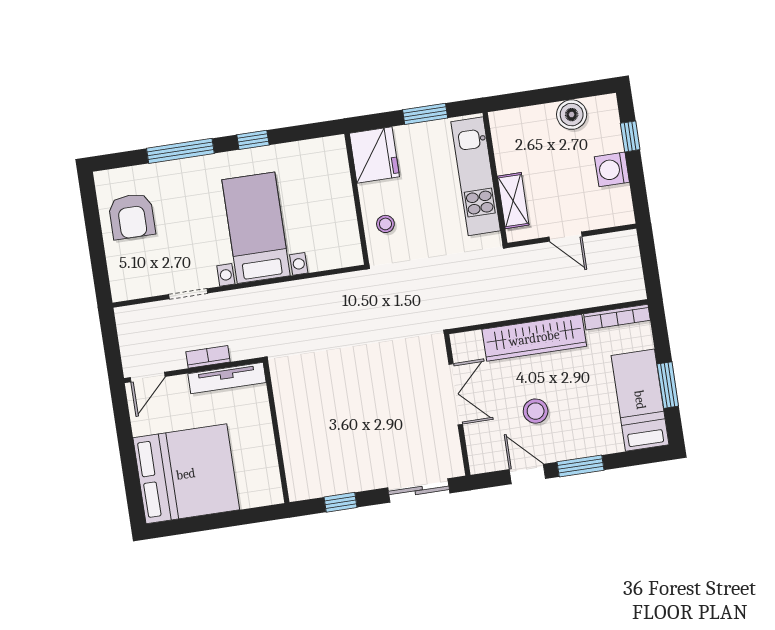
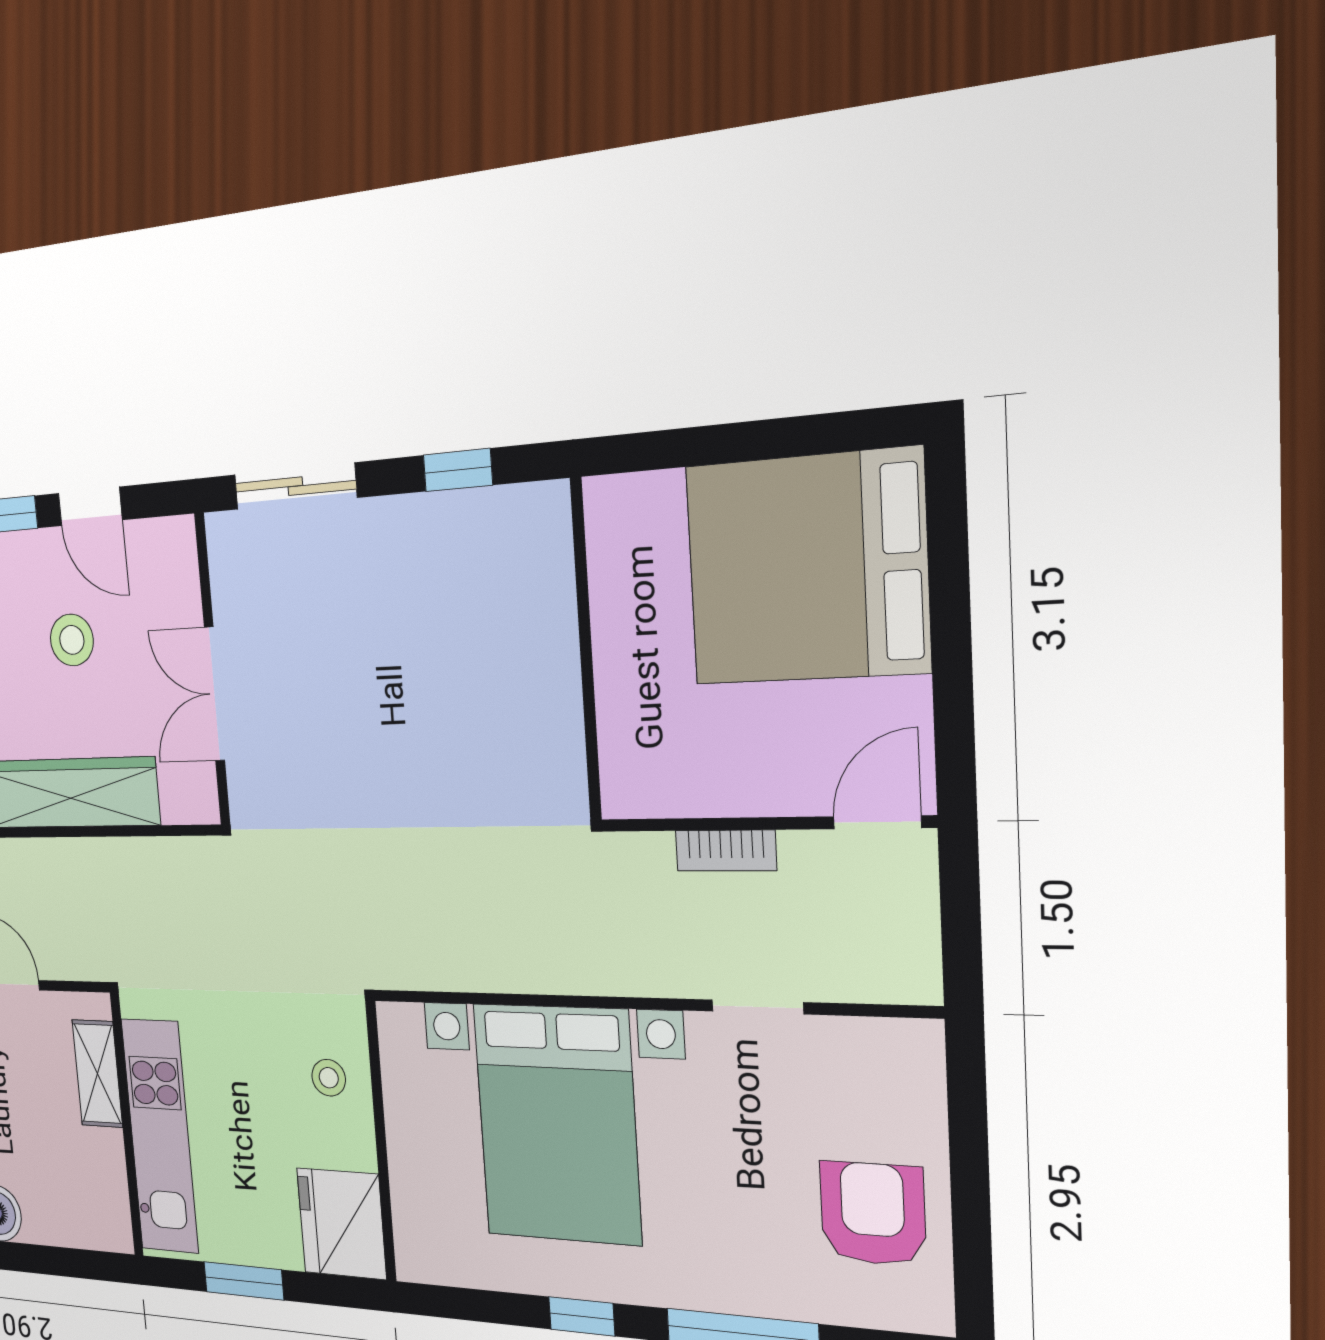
bed with nightstands: (256, 228) -> (557, 1124), width x1.36
tv unit: (227, 378) -> (687, 794), removed

